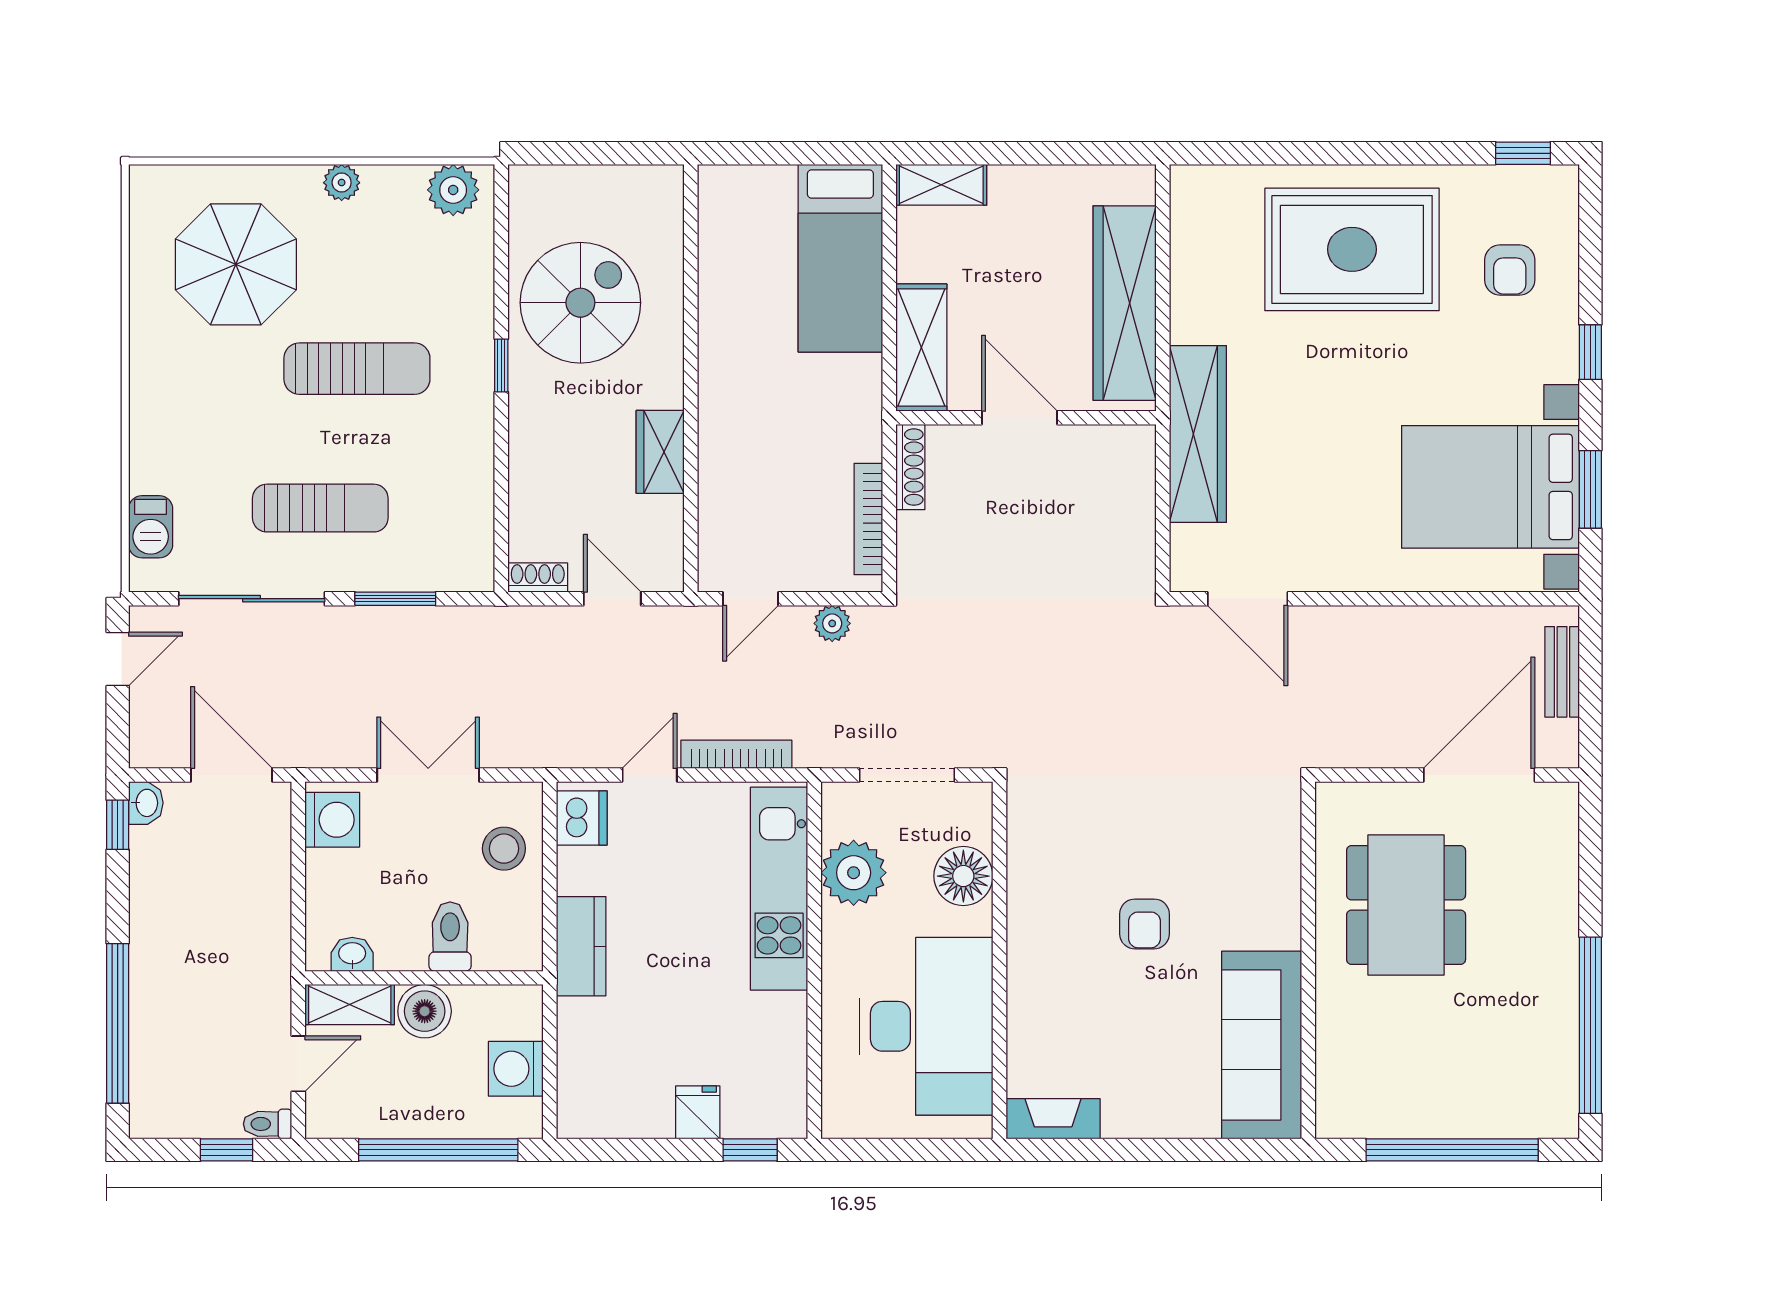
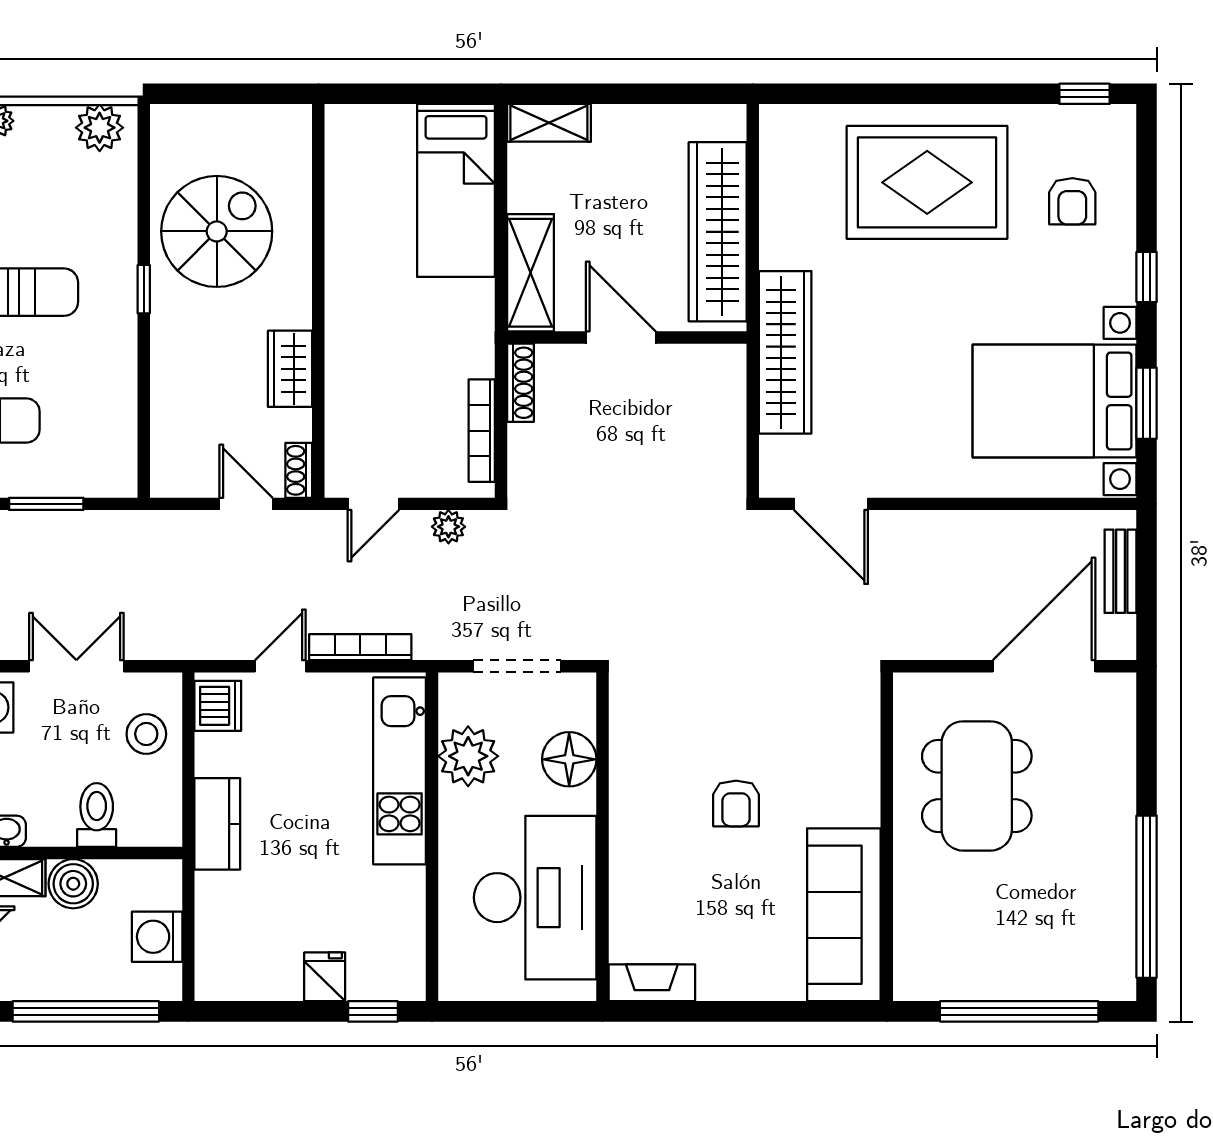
shoe rack: (538, 578) -> (299, 470), moved, turned -90

